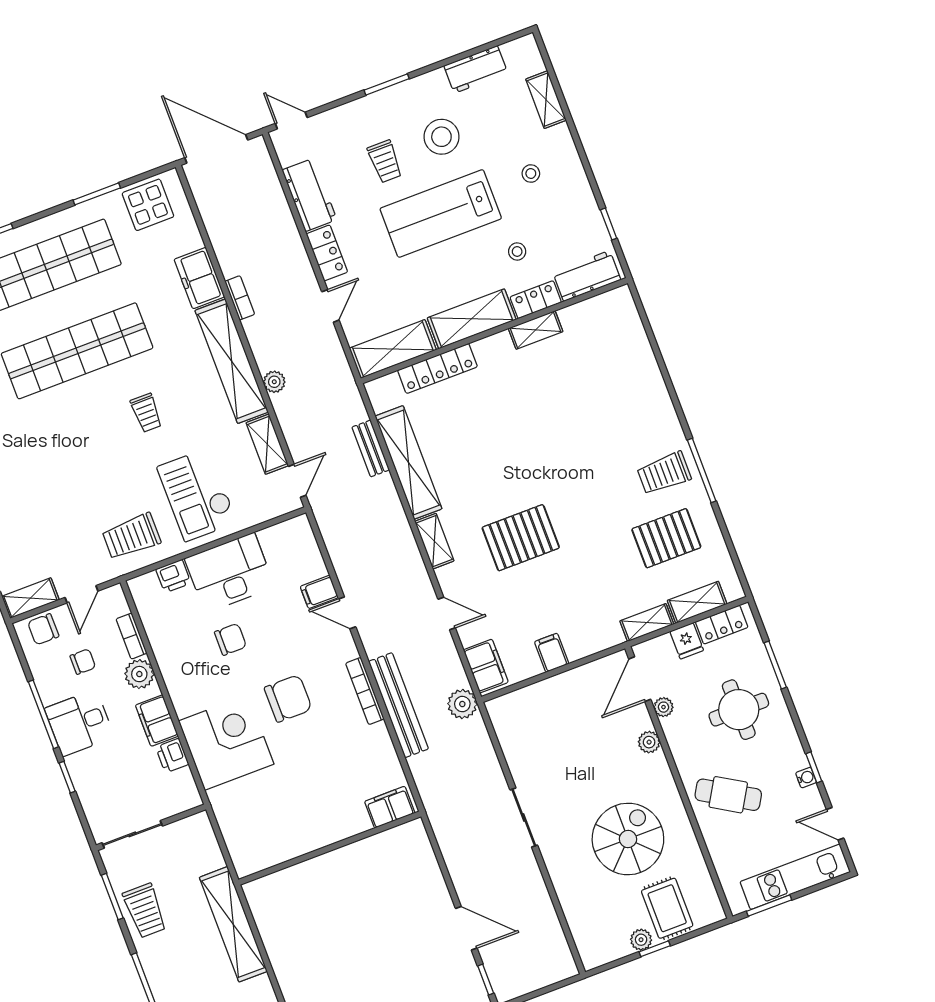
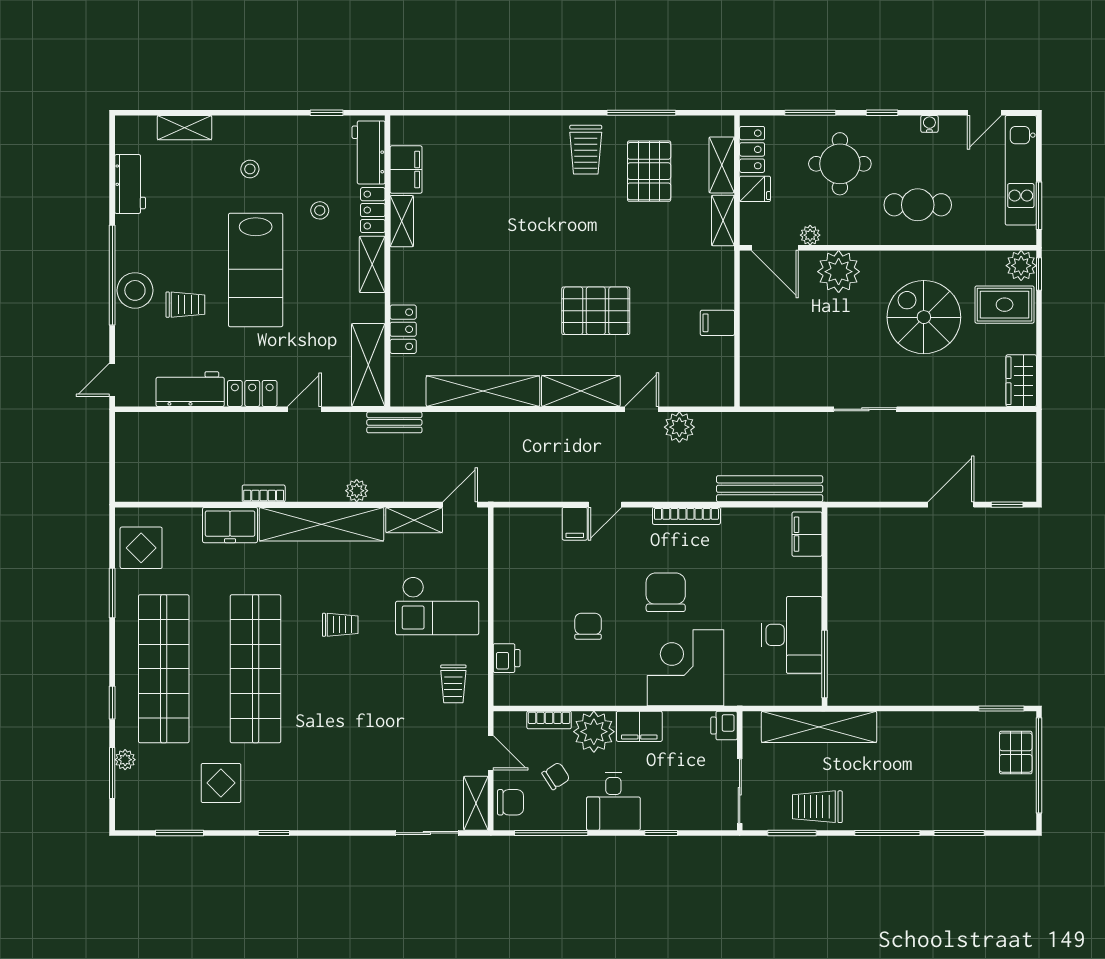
window: (387, 84) -> (112, 275), width x2.11
stool: (441, 137) -> (135, 290), moved
door: (216, 149) -> (112, 462), removed
door: (330, 306) -> (304, 409), hinge flipped
shelving: (472, 319) -> (372, 264), width x0.67, depth x0.75
locker: (437, 368) -> (403, 329), width x0.66
bench: (371, 448) -> (394, 422), moved
window: (702, 471) -> (641, 113), moved
door: (297, 481) -> (460, 505), hinge flipped
trolley: (131, 536) -> (453, 684), width x0.73, depth x0.72
pallet: (521, 538) -> (596, 311), turned 90
shelving: (434, 541) -> (581, 391), width x1.50, depth x1.33
desk: (230, 573) -> (791, 635), moved, turned 180
chair: (43, 629) -> (511, 802), turned -90
chair: (83, 662) -> (556, 776), turned 57
filing cabinet: (486, 666) -> (406, 170), moved, turned 90
plant: (139, 674) -> (594, 732), width x1.36, depth x1.36
plant: (462, 704) -> (679, 427), moved
bench: (398, 705) -> (770, 489), moved
window: (43, 714) -> (551, 833), moved
plant: (649, 742) -> (839, 272), width x1.87, depth x1.87
printer: (172, 756) -> (724, 726), moved, turned 90
window: (814, 767) -> (882, 113), moved
cafe table: (728, 795) -> (918, 205), turned 59
window: (277, 868) -> (824, 664), added
trolley: (145, 910) -> (817, 807), turned 180
shelving: (233, 924) -> (819, 727), moved
plant: (641, 940) -> (1021, 266), moved, width x1.38, depth x1.38
window: (655, 949) -> (1039, 274), moved
wardrobe: (604, 950) -> (1021, 381), added

